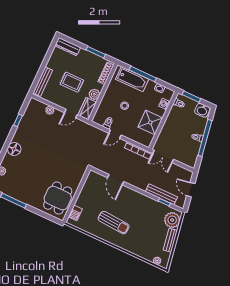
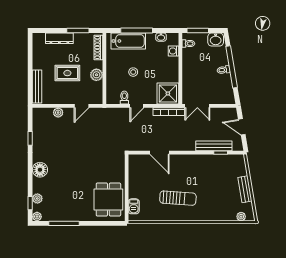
dresser: (68, 47) -> (59, 38), moved
wardrobe: (87, 109) -> (96, 93), removed
shower: (150, 122) -> (168, 93), moved
plant: (172, 220) -> (237, 167), removed

